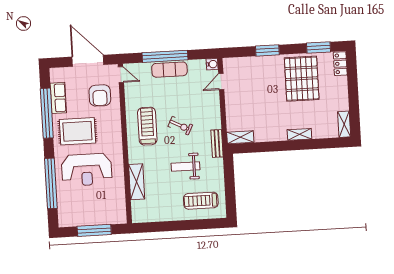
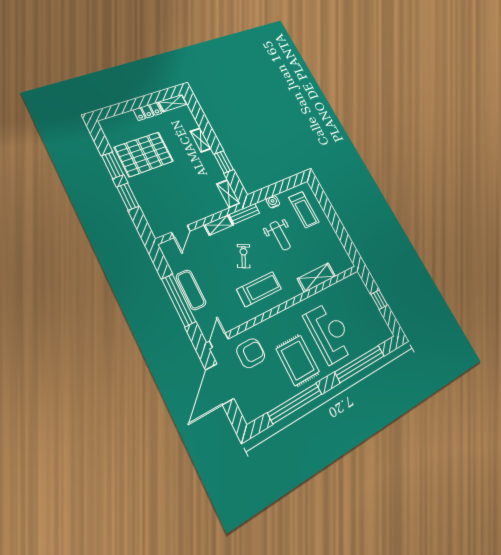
window: (318, 47) -> (113, 165), moved
water cooler: (212, 64) -> (273, 202), moved
locker: (340, 64) -> (147, 111), moved
door: (221, 82) -> (181, 232), hinge flipped
row of seats: (58, 98) -> (274, 398), removed
shelving: (215, 116) -> (219, 225), added
treadmill: (147, 126) -> (259, 289), turned 180
window: (271, 146) -> (224, 162), added
window: (94, 230) -> (379, 300), width x0.46

